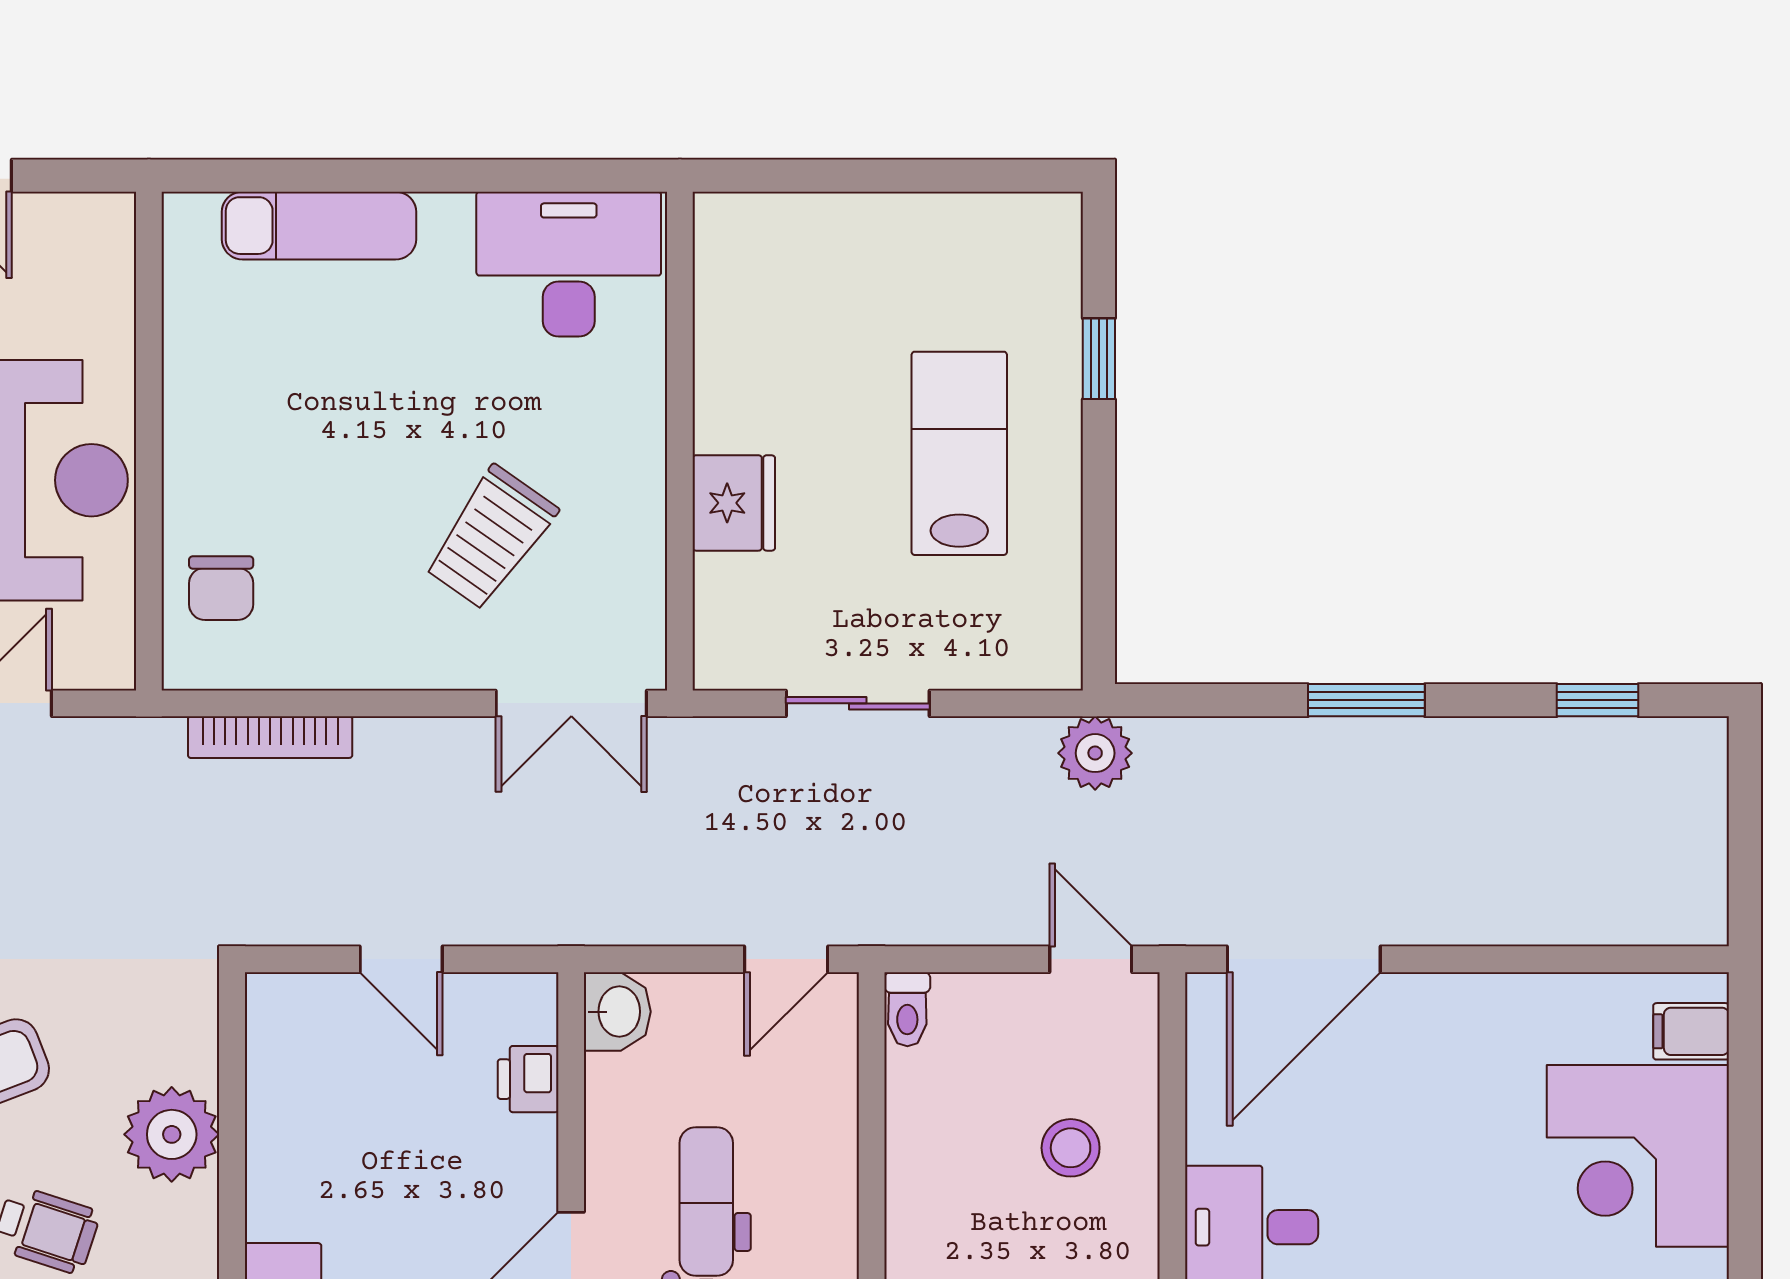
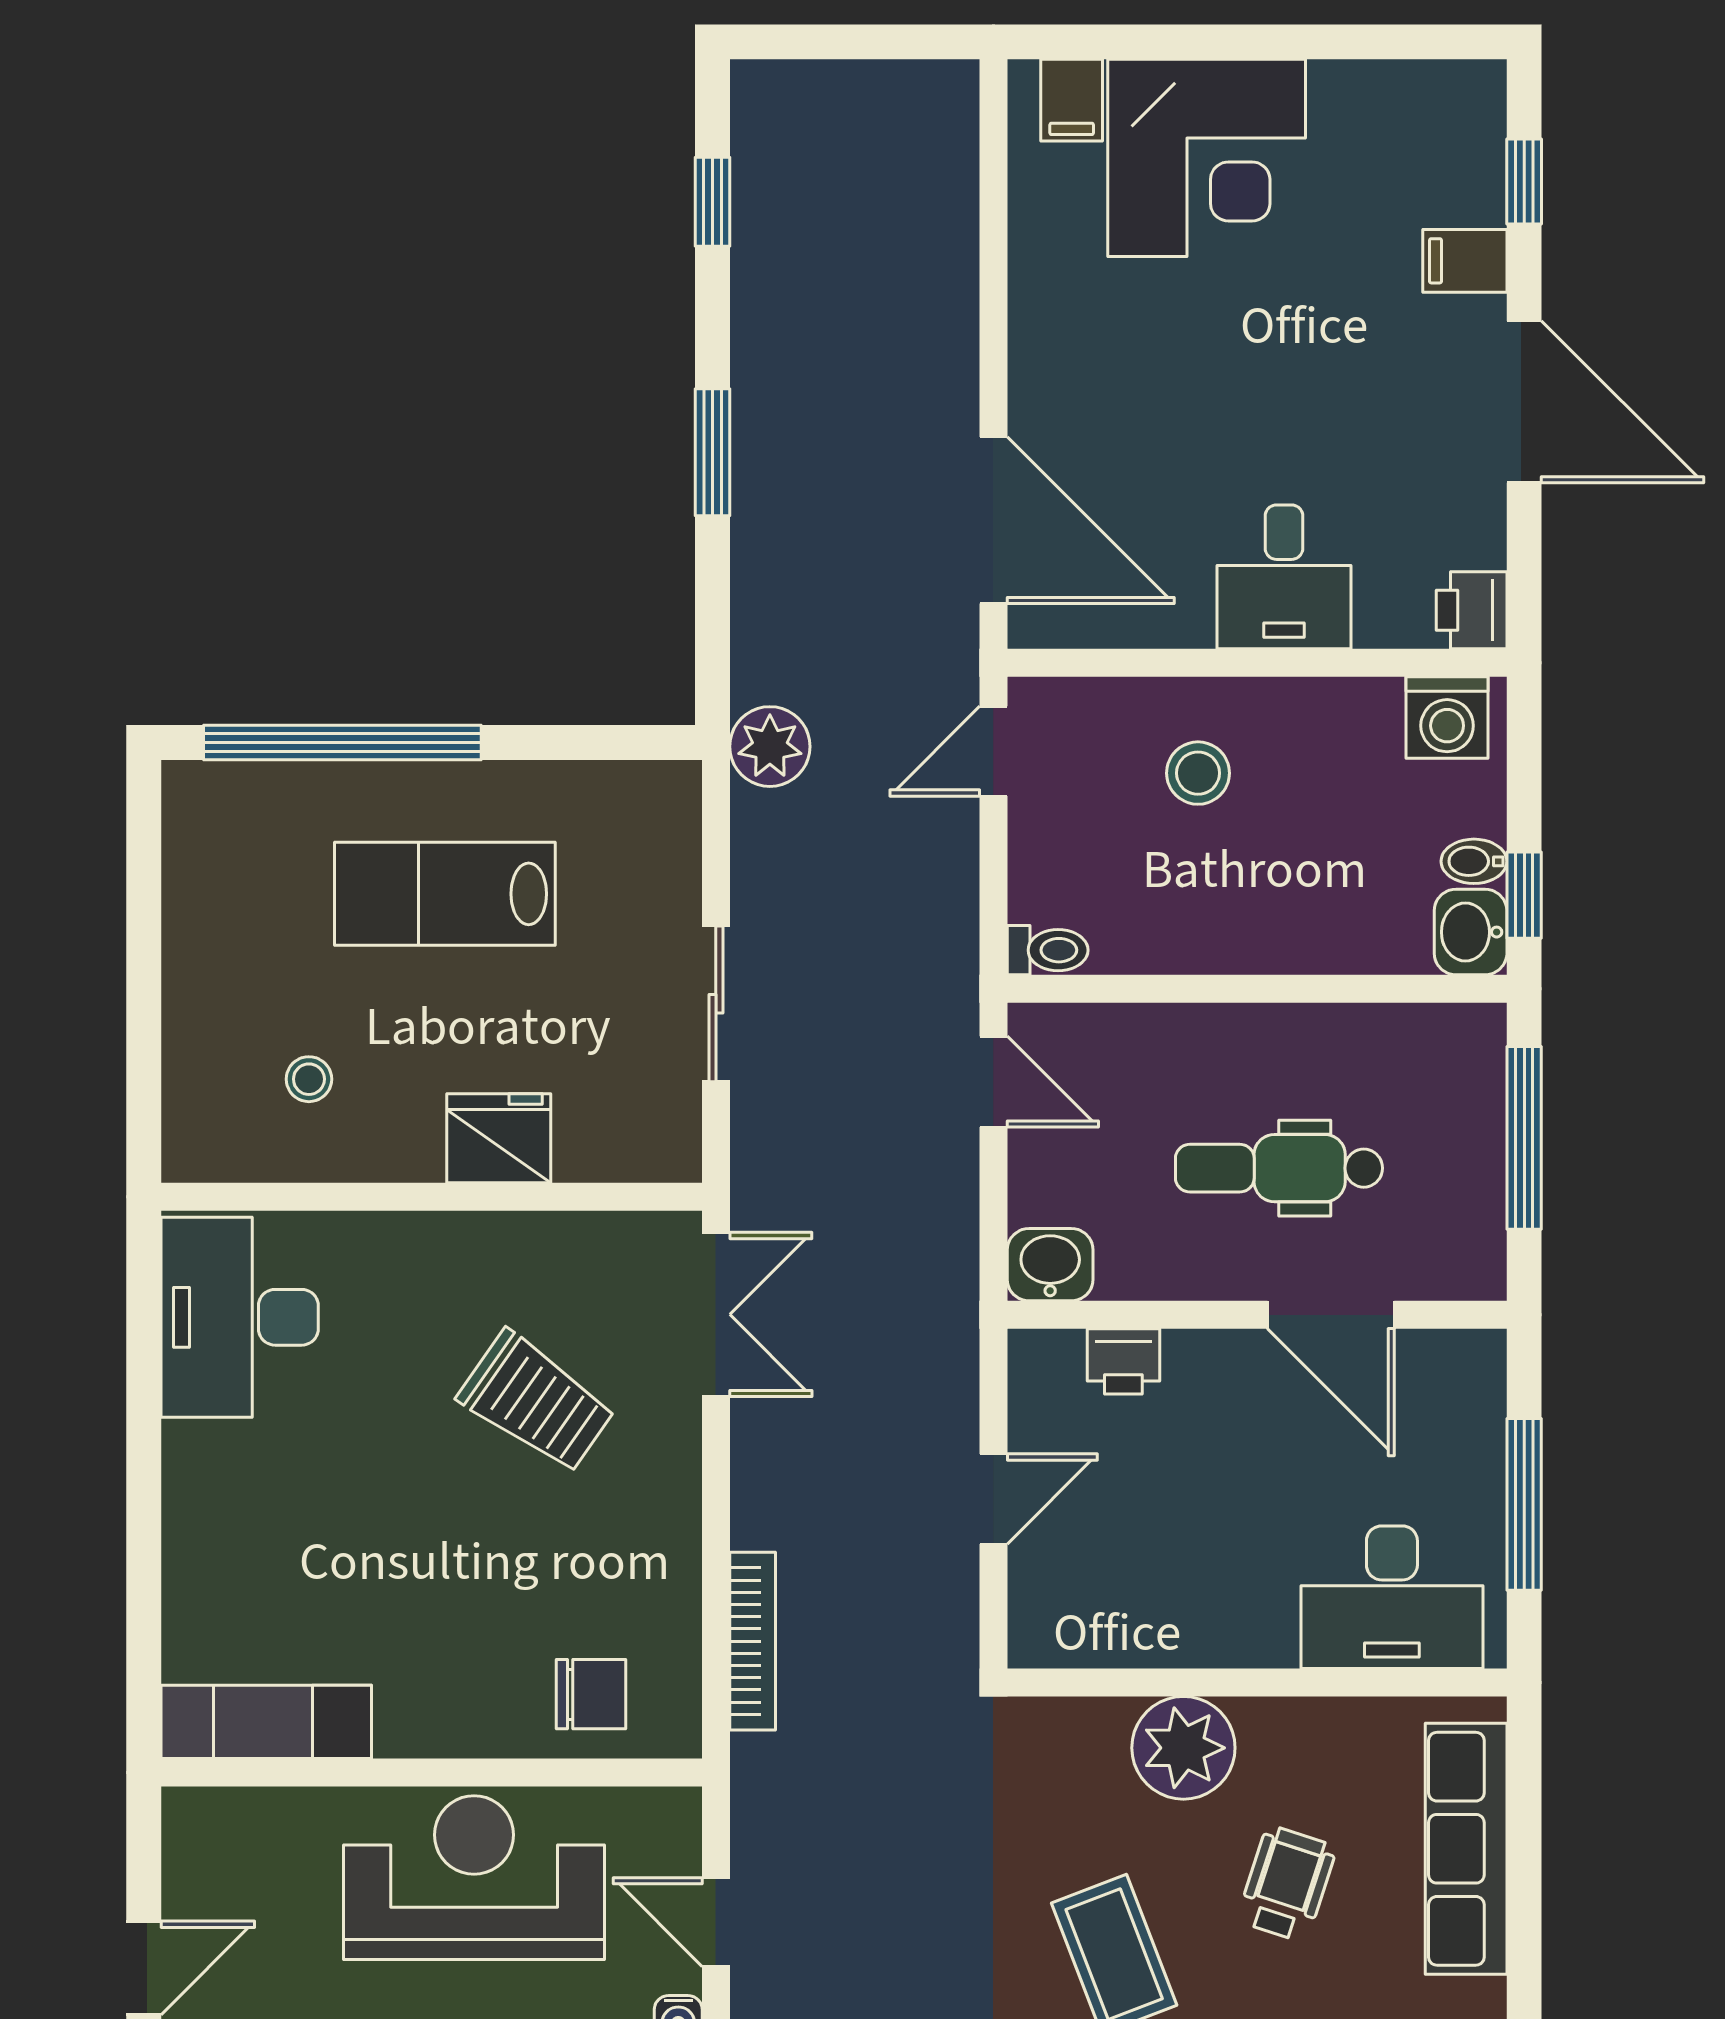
exam couch: (319, 226) -> (266, 1722), moved, turned -90
stool: (788, 328) -> (309, 1079), added
window: (1099, 359) -> (342, 742), width x3.17

